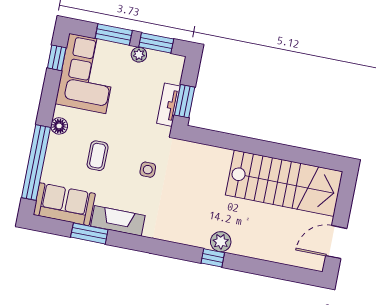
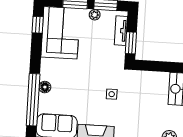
tv unit: (168, 105) -> (121, 31), moved
floor lamp: (59, 126) -> (45, 87), moved
coffee table: (98, 156) -> (75, 89), removed

